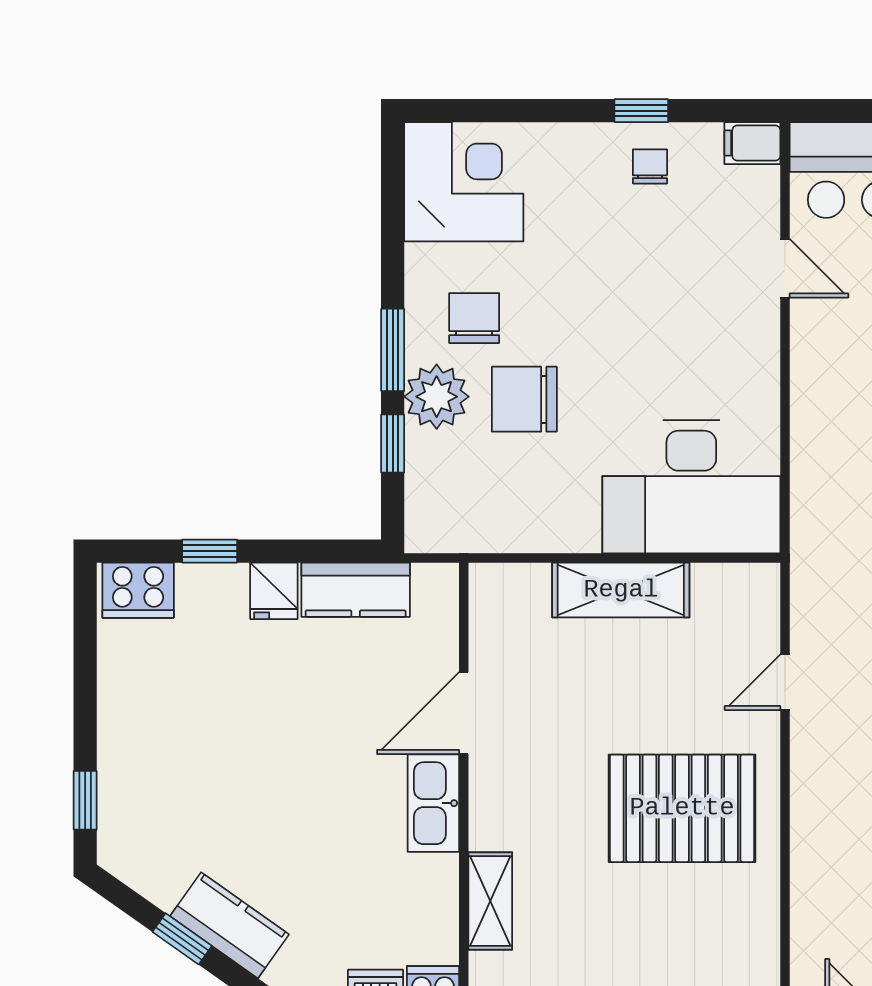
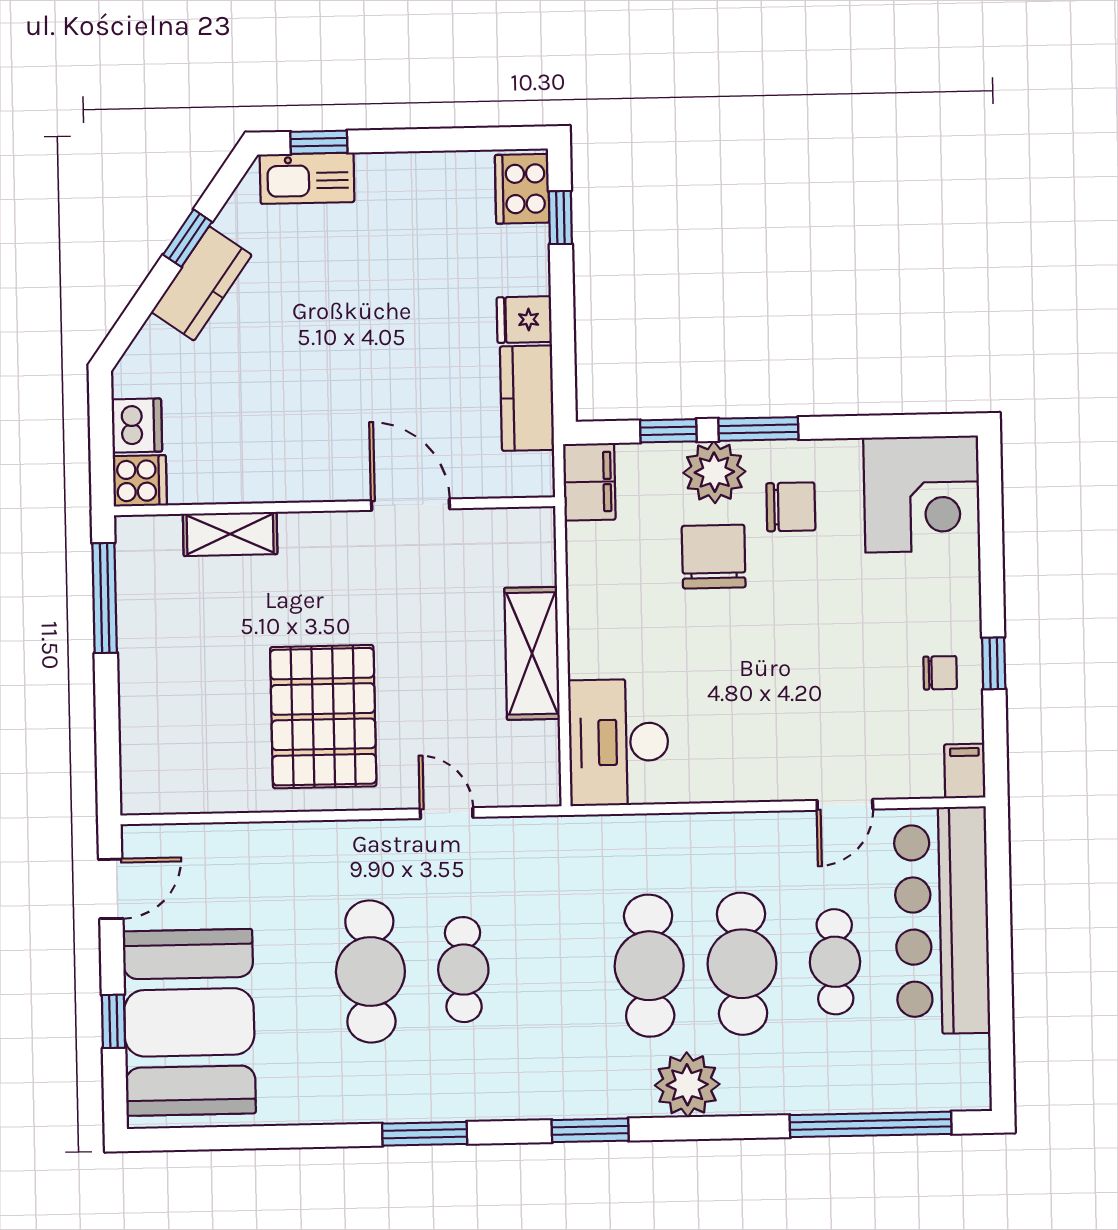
desk: (691, 487) -> (619, 742), width x0.73, depth x0.77
filing cabinet: (444, 527) -> (589, 482), added
window: (210, 551) -> (560, 218), moved
kitchen sink: (433, 803) -> (307, 178), moved, turned 180

